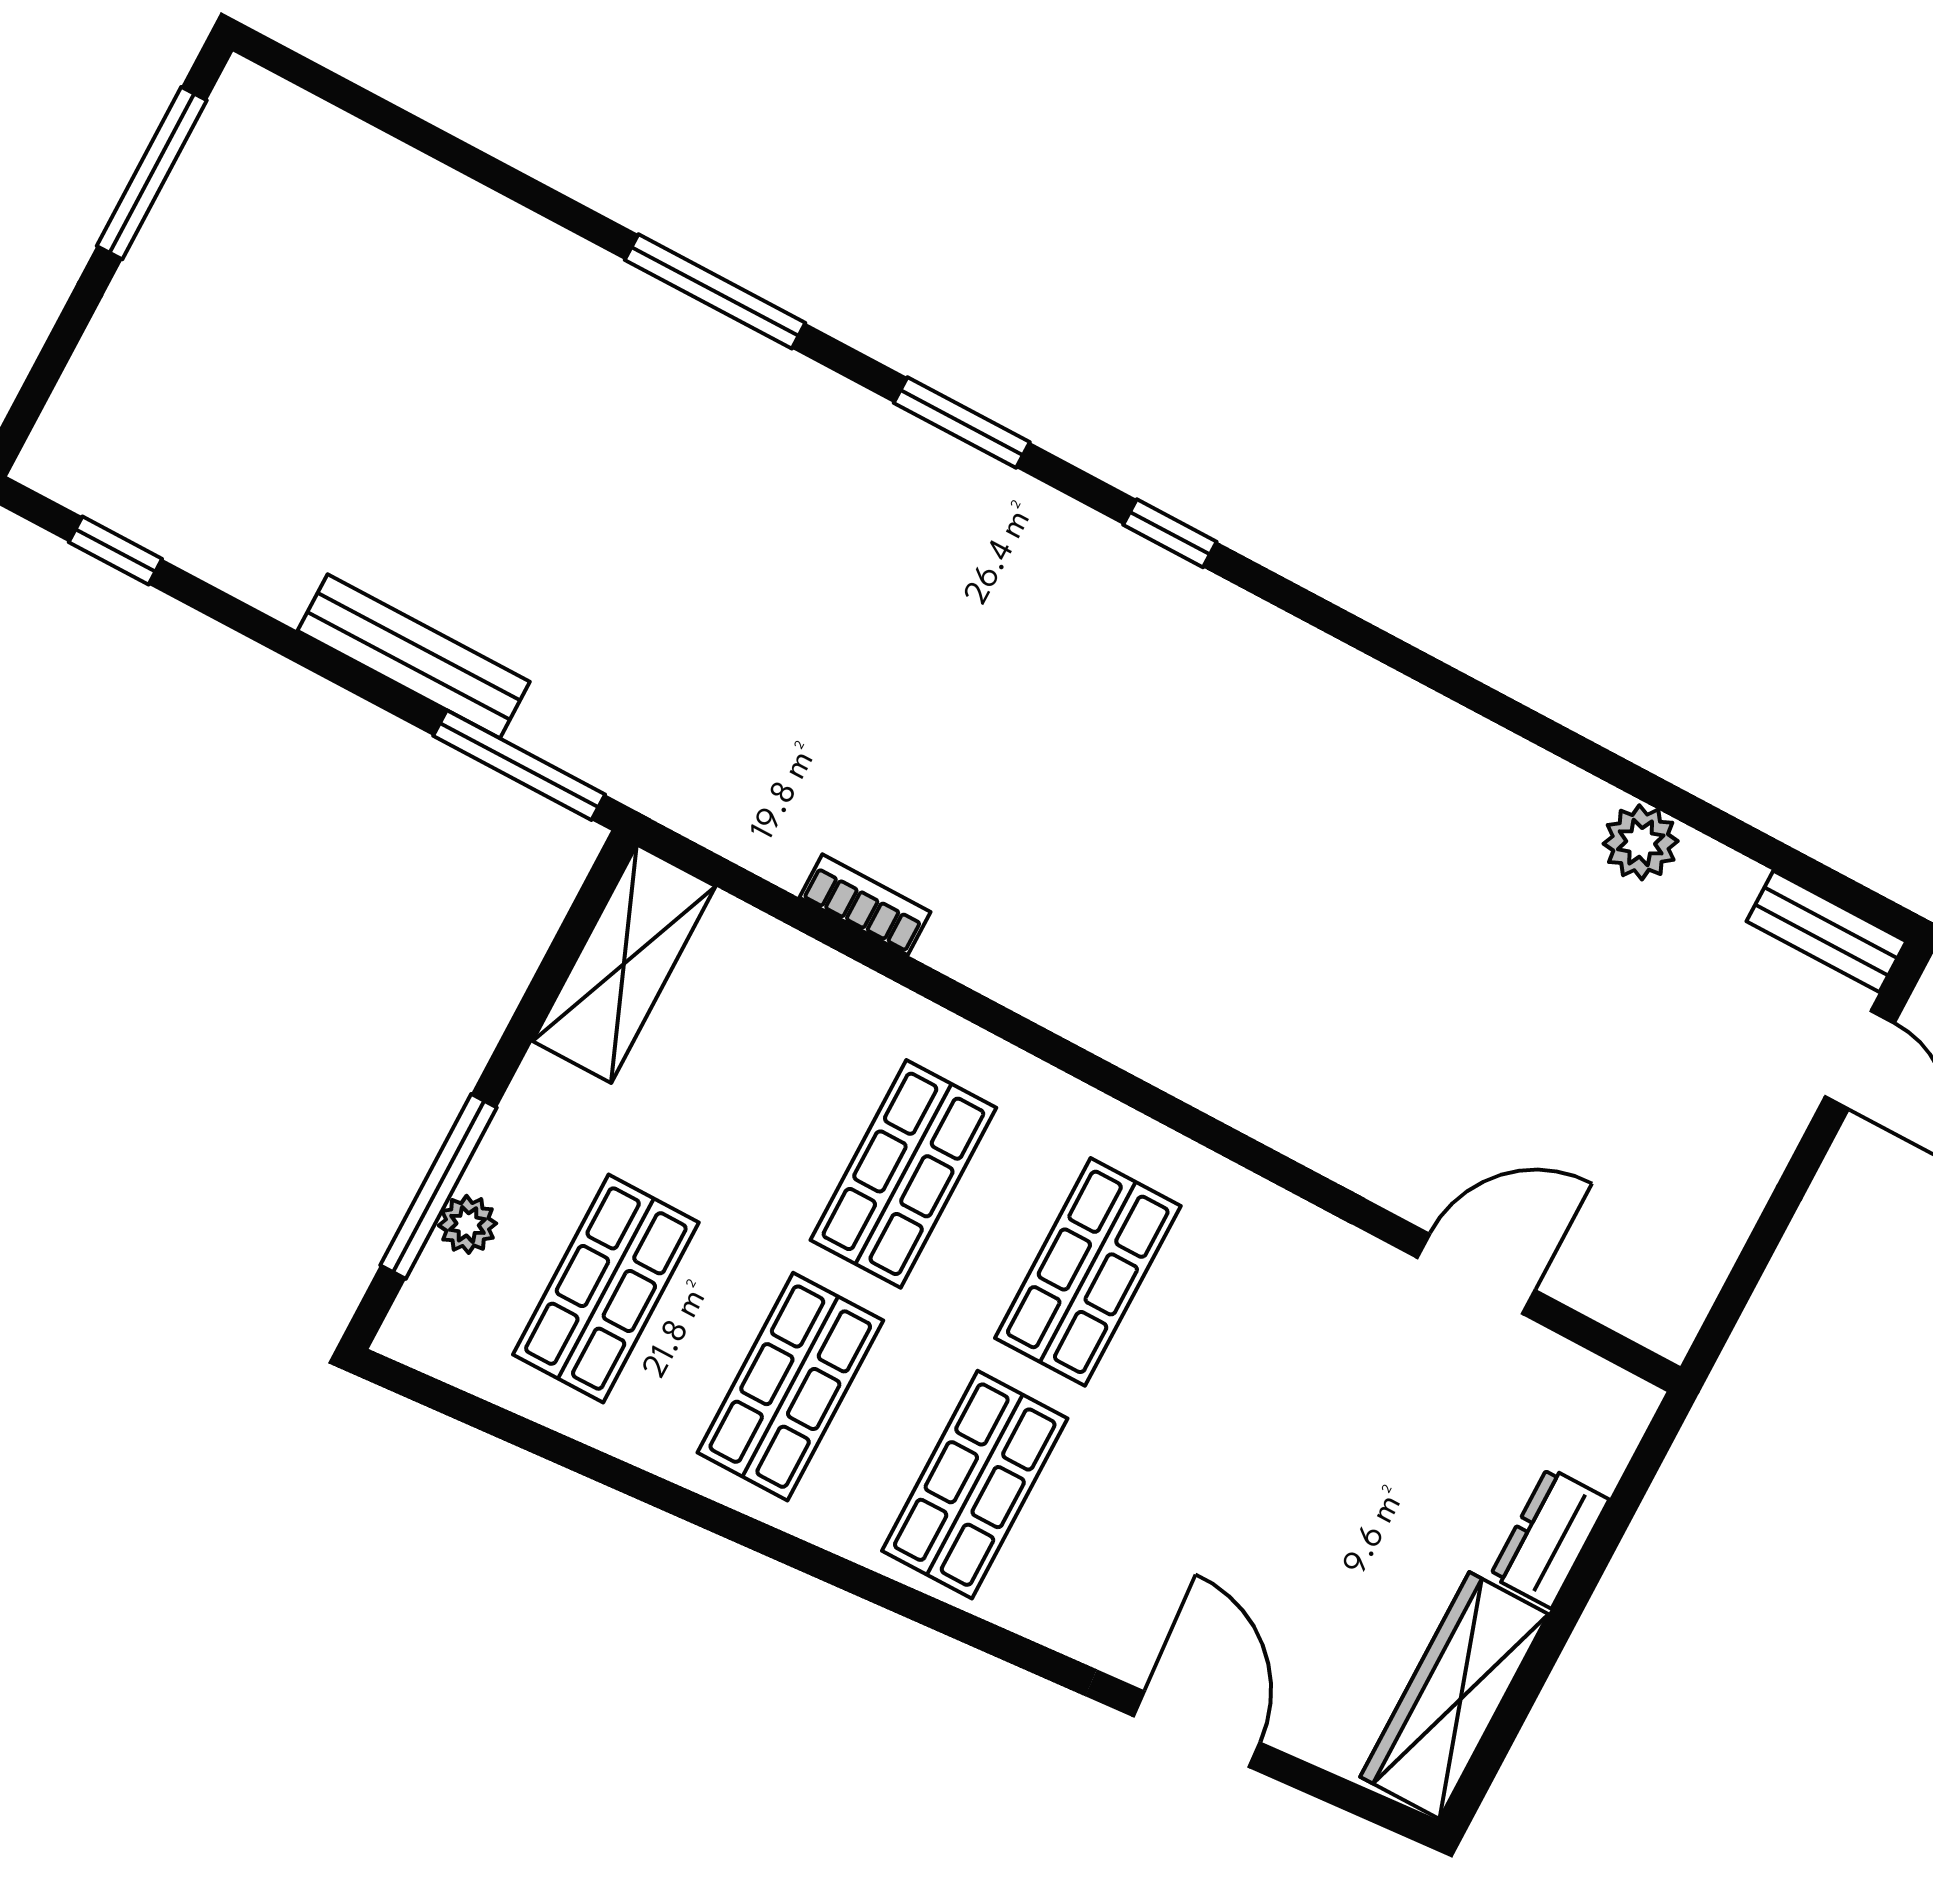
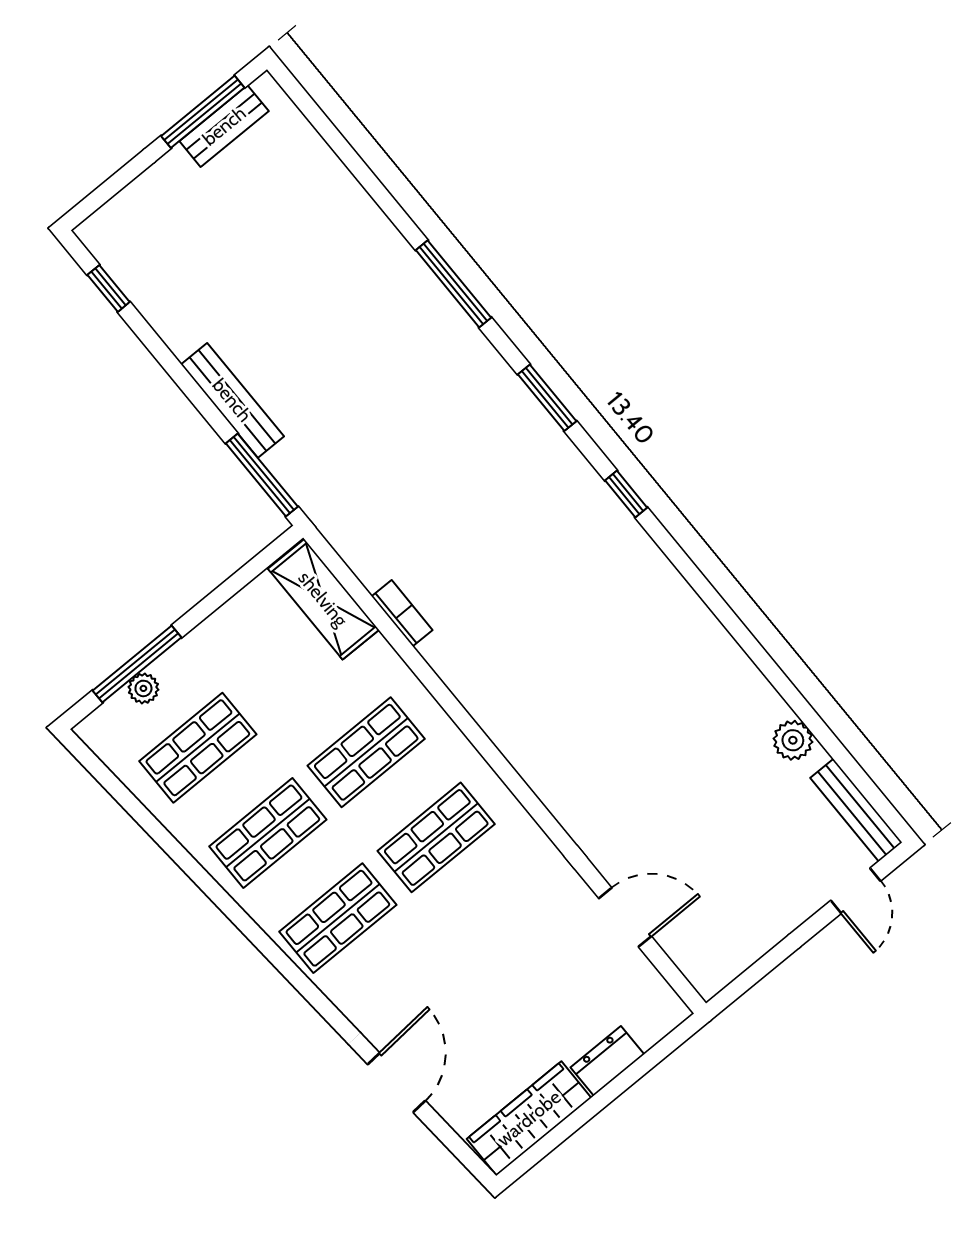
bench: (199, 183) -> (224, 126), added
bench: (1826, 931) -> (856, 810), width x1.36
shelving: (624, 964) -> (323, 599), moved, turned 90

